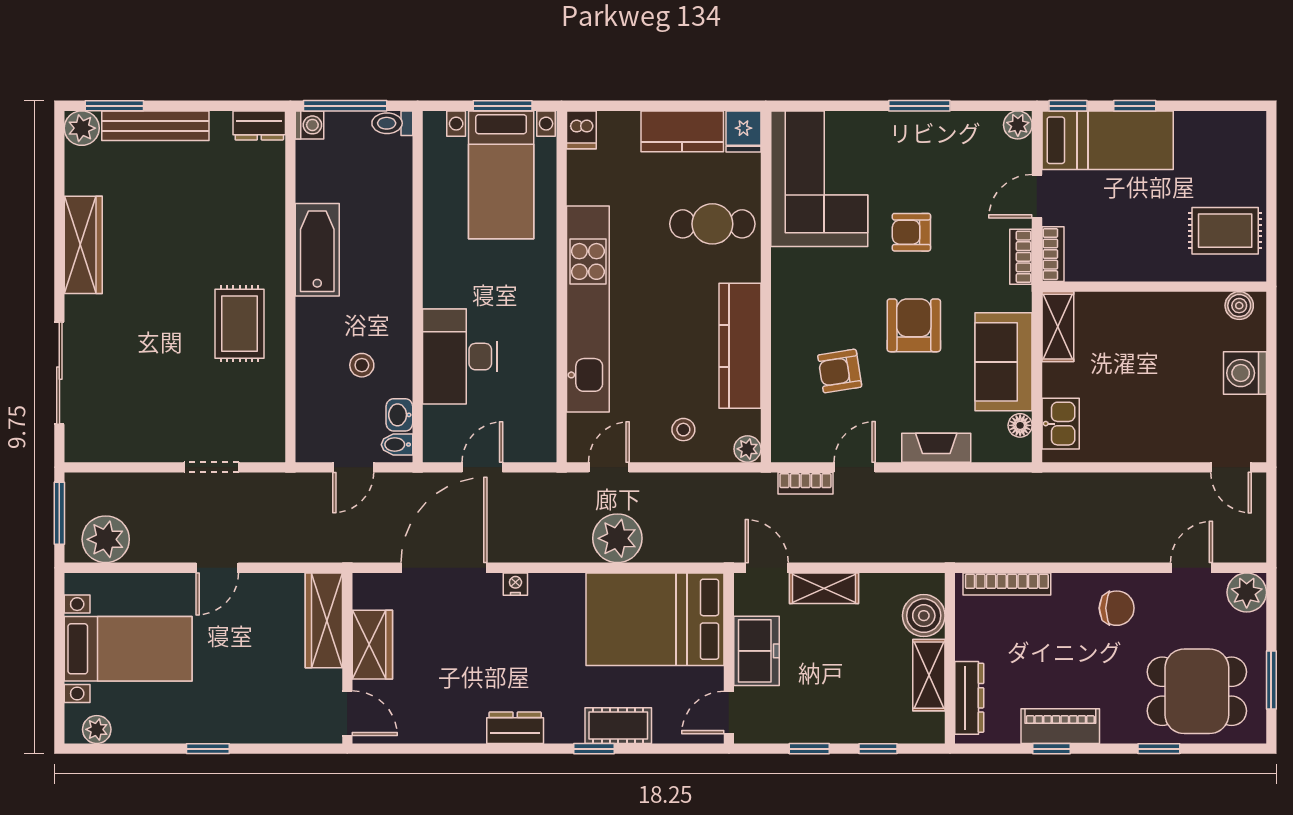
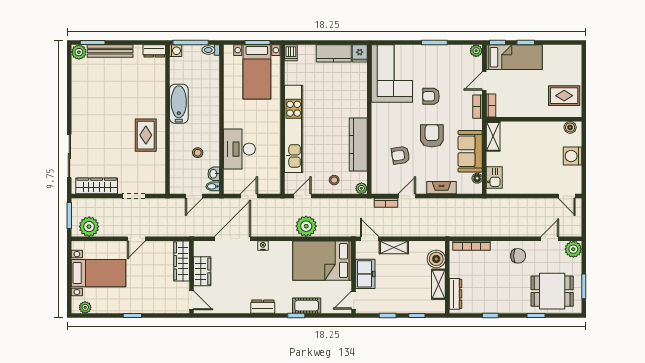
cafe table: (712, 224) -> (346, 93), removed
wardrobe: (83, 245) -> (97, 186), moved, turned -90
piano: (1060, 726) -> (494, 306), removed

